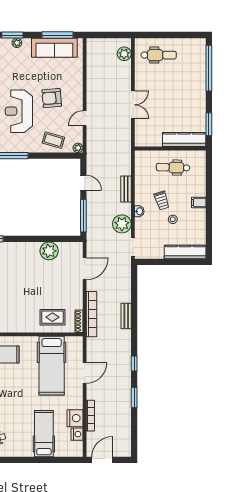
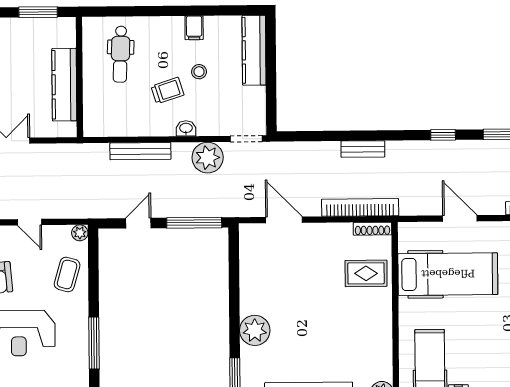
kitchen counter: (184, 139) -> (64, 85), moved
dental chair: (173, 167) -> (120, 54), moved
bench: (126, 189) -> (140, 151), width x1.36
filing cabinet: (199, 202) -> (194, 28), moved
plant: (49, 251) -> (255, 330), moved
rug: (52, 317) -> (366, 273), turned 90

